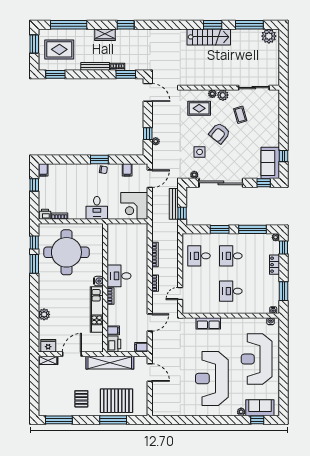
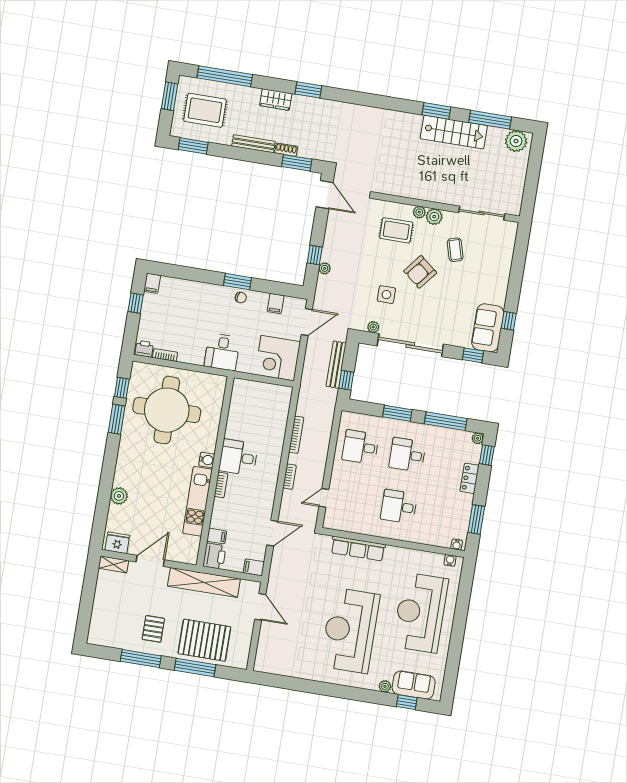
stairs: (209, 37) -> (454, 132), moved
row of seats: (208, 323) -> (358, 549), width x1.48
window: (59, 420) -> (141, 659), moved

